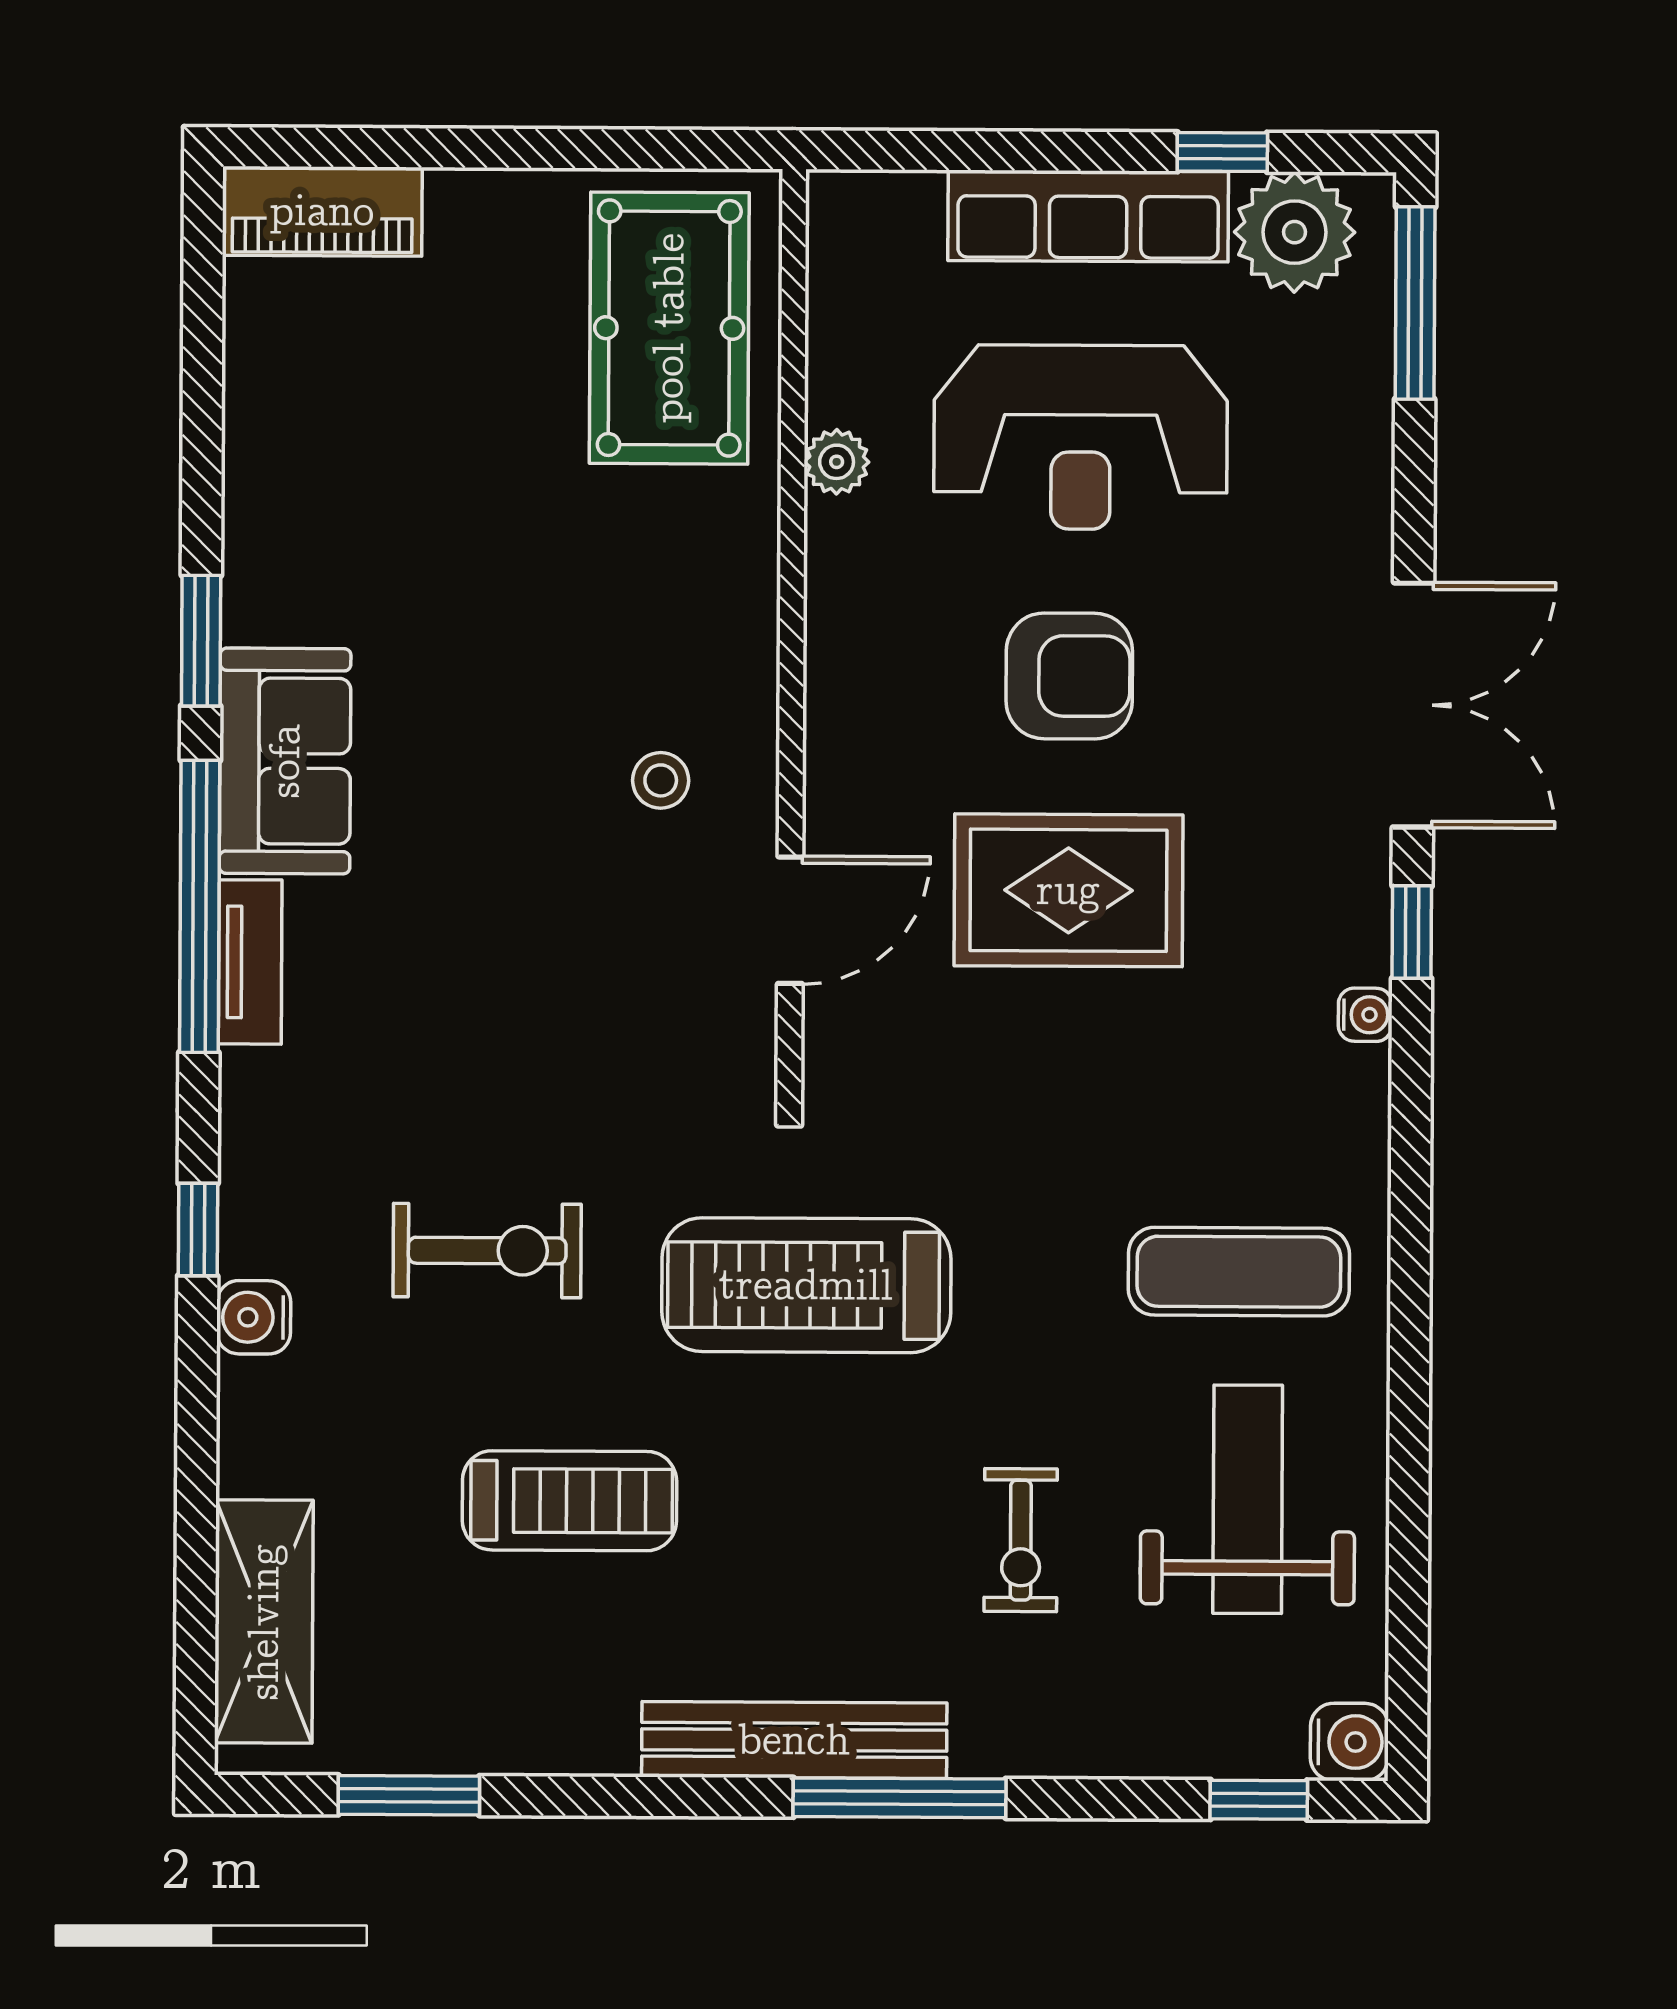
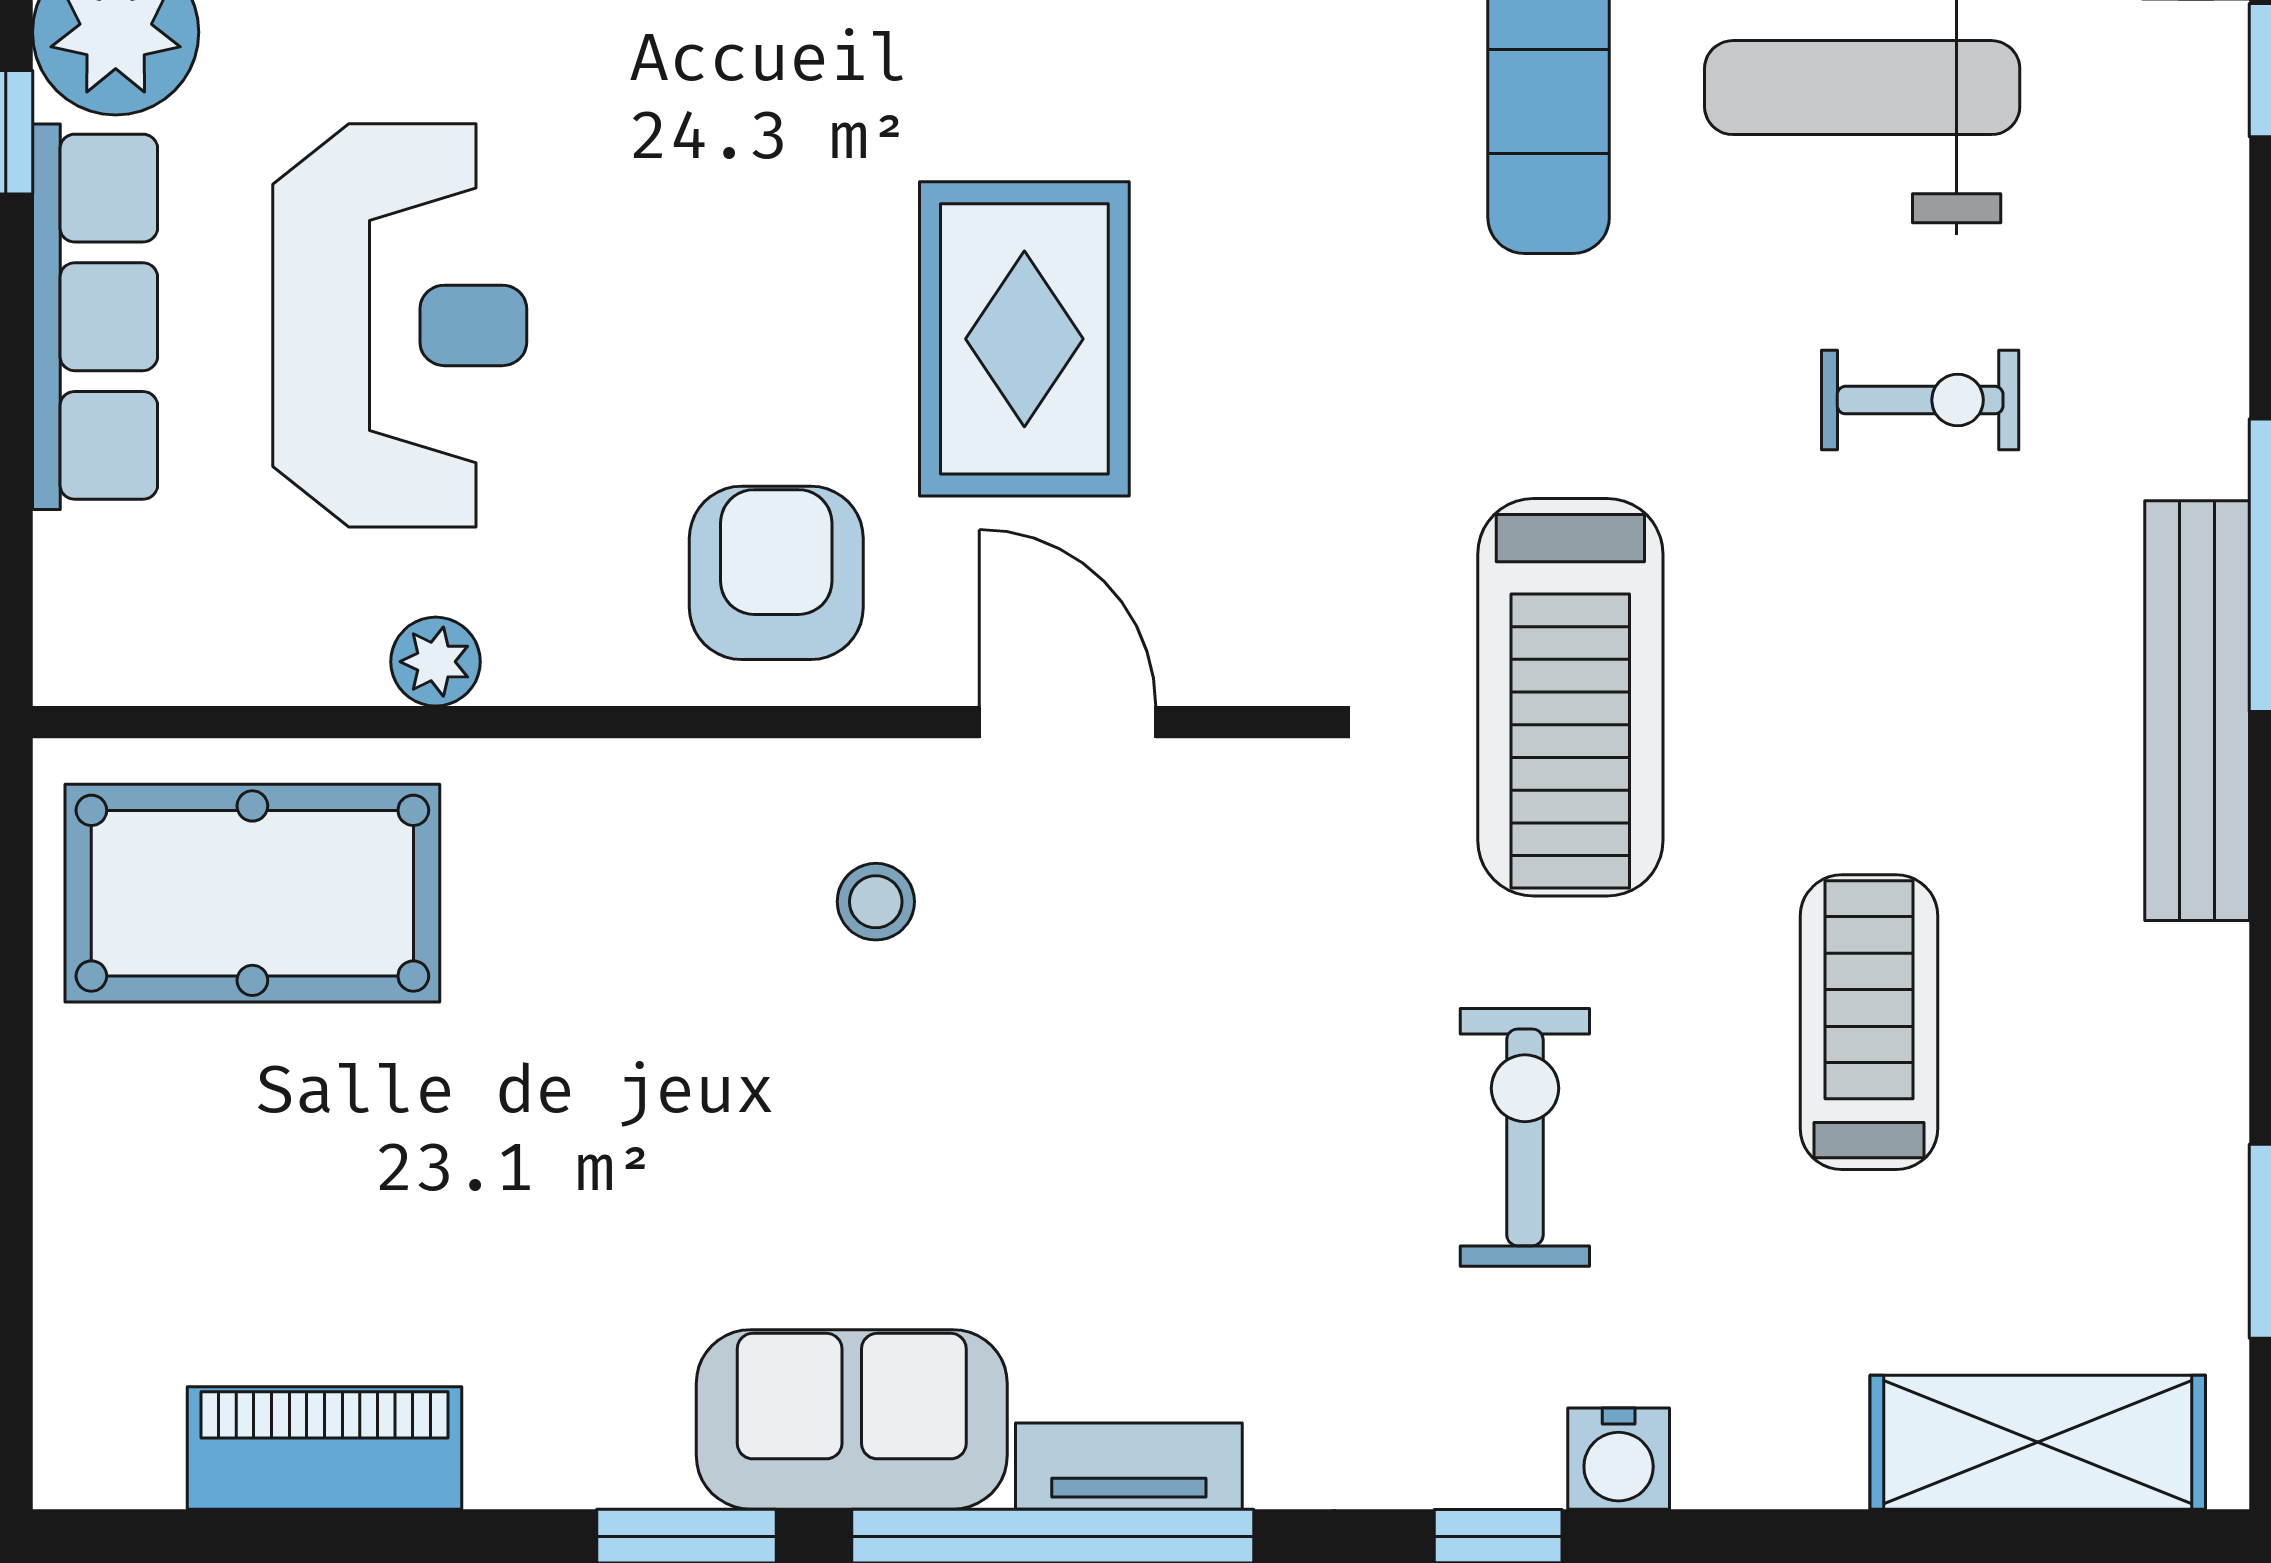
piano: (322, 211) -> (324, 1448), moved, turned -90
armchair: (1069, 676) -> (776, 573), moved

